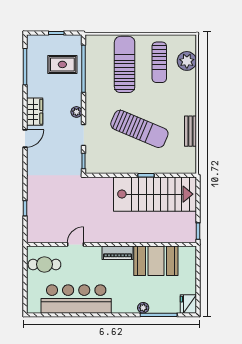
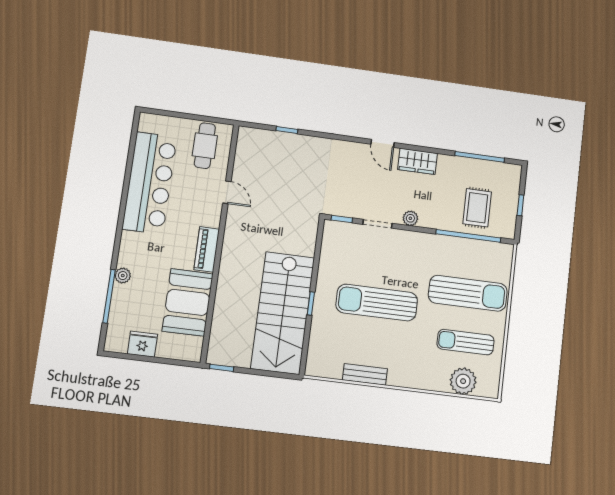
sun lounger: (139, 129) -> (377, 303), turned 67
fridge: (188, 304) -> (142, 344), moved

